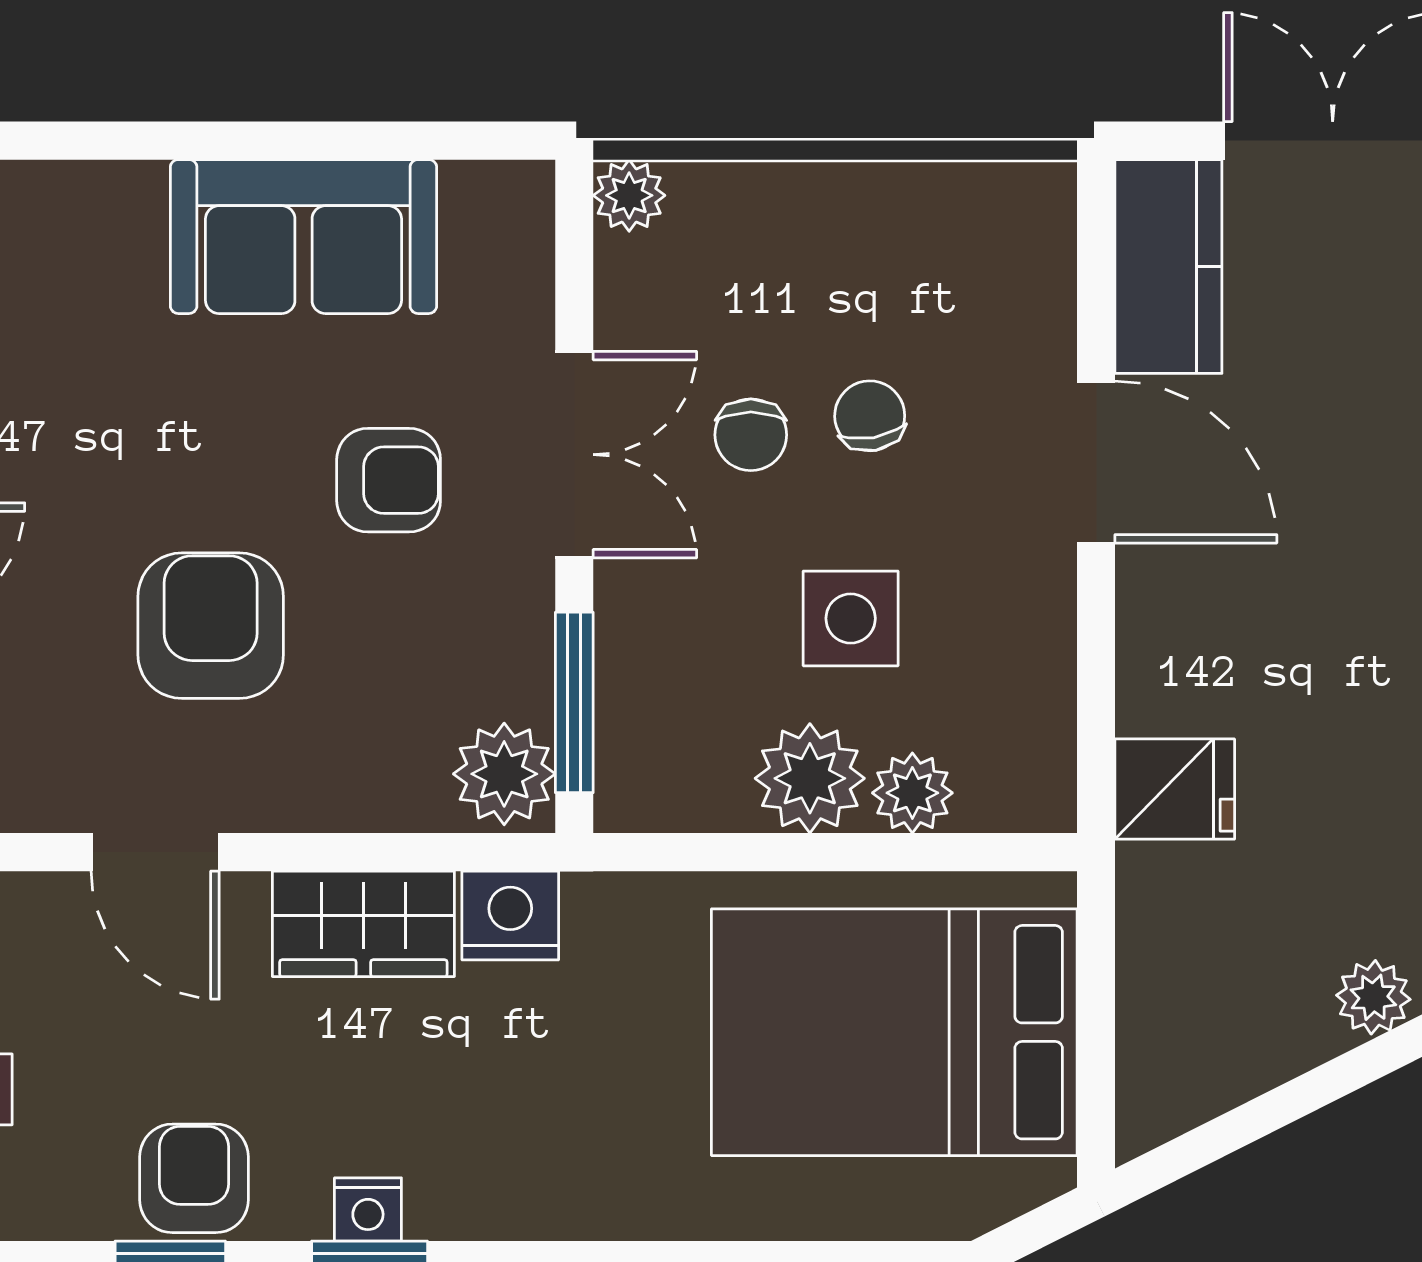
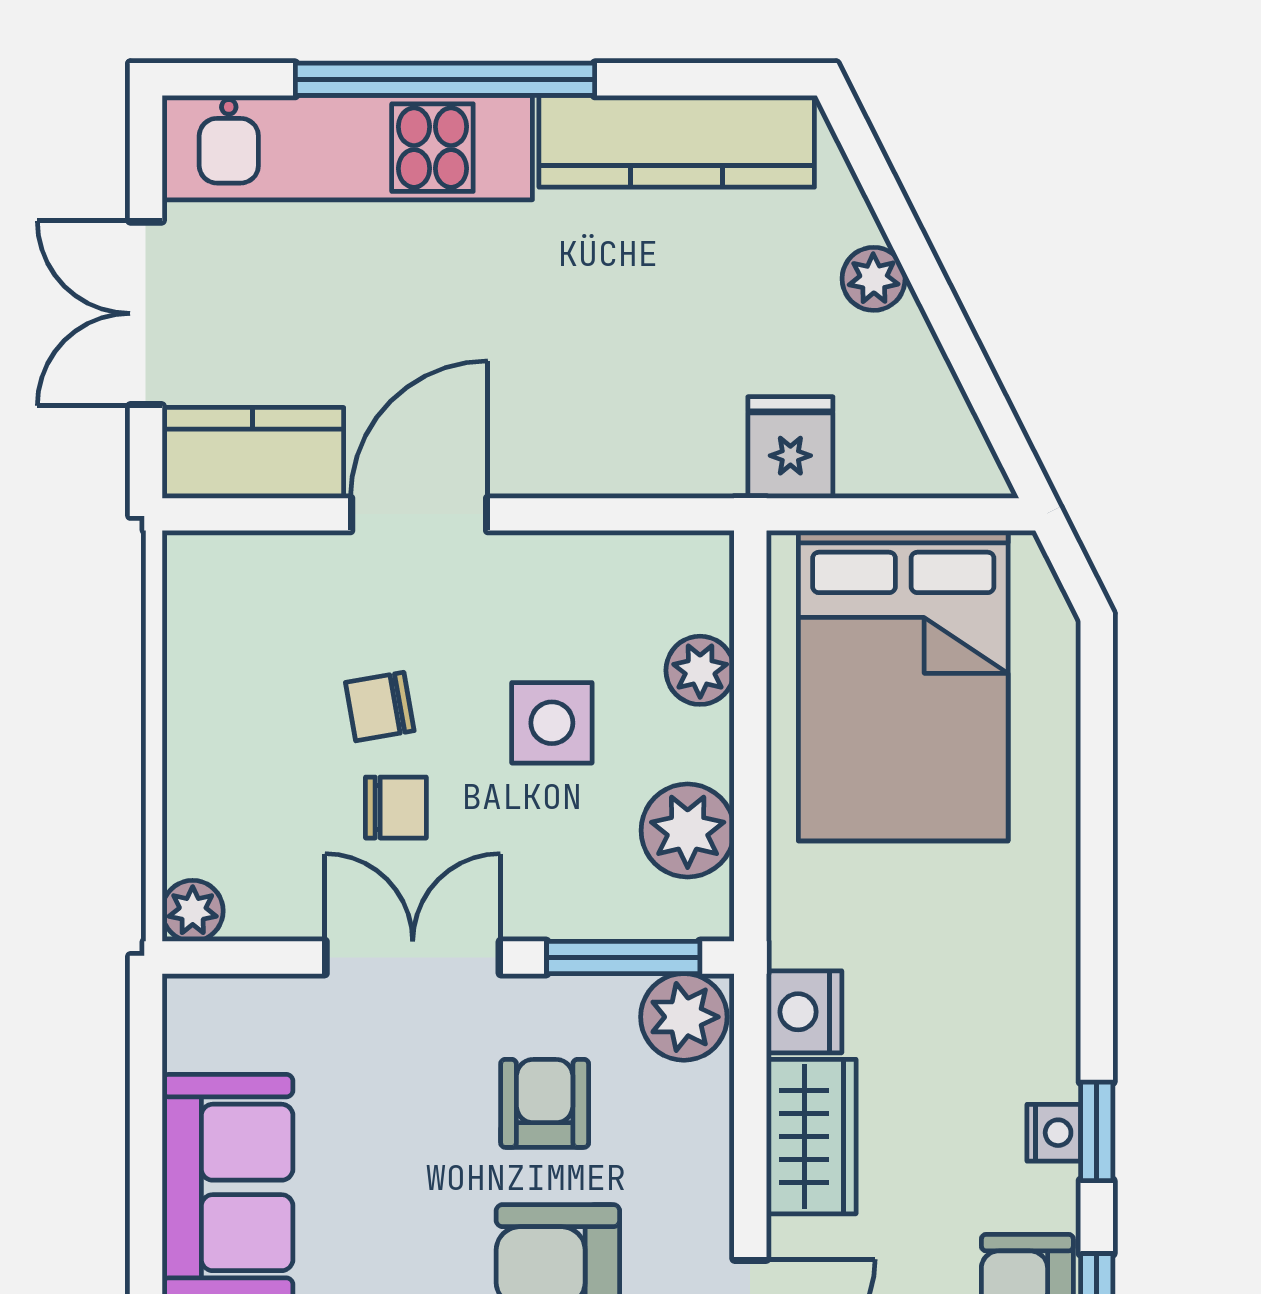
armchair: (389, 480) -> (545, 1103), moved
plant: (810, 778) -> (688, 830), moved
fridge: (1175, 789) -> (790, 447), moved

